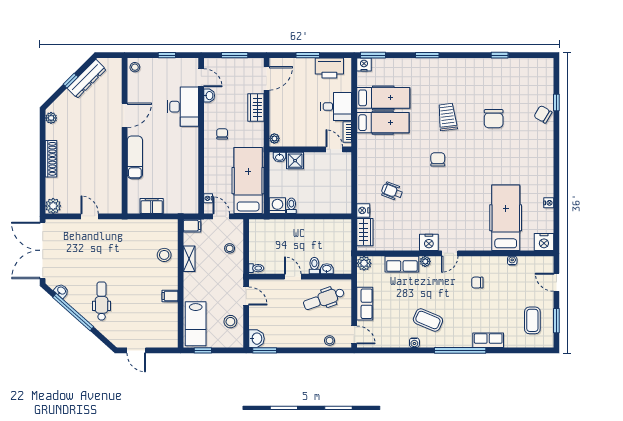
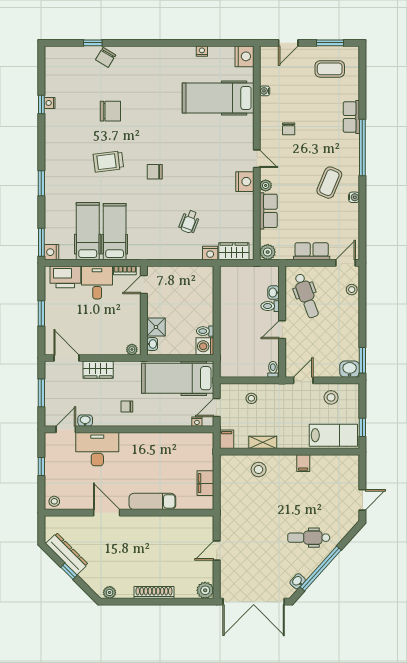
nightstand: (501, 63) -> (50, 103), added
printer: (329, 68) -> (65, 277), moved, turned 90

